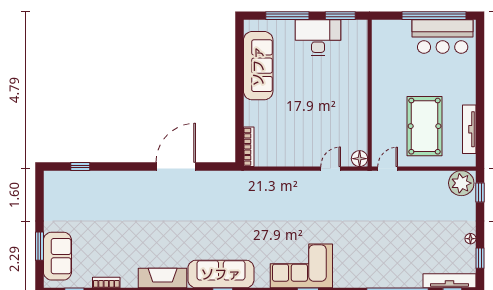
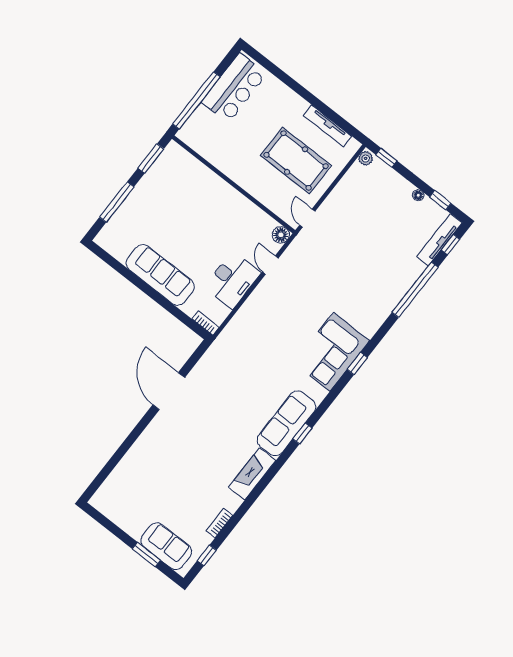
window: (434, 16) -> (196, 100), moved
desk: (318, 38) -> (233, 280), moved, turned 180
sofa: (258, 66) -> (160, 275), moved
bookcase: (249, 147) -> (206, 323), width x0.64
window: (80, 166) -> (107, 470), removed
plant: (461, 183) -> (366, 158), width x0.53, depth x0.53

